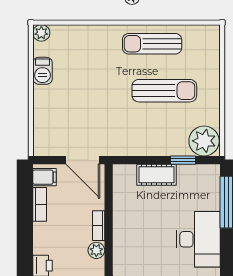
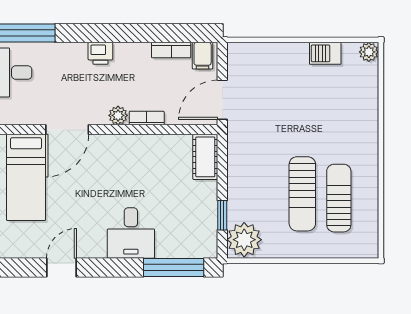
sun lounger: (152, 44) -> (339, 198), moved
cot: (156, 175) -> (205, 157), moved
desk: (198, 239) -> (131, 233), width x0.73

